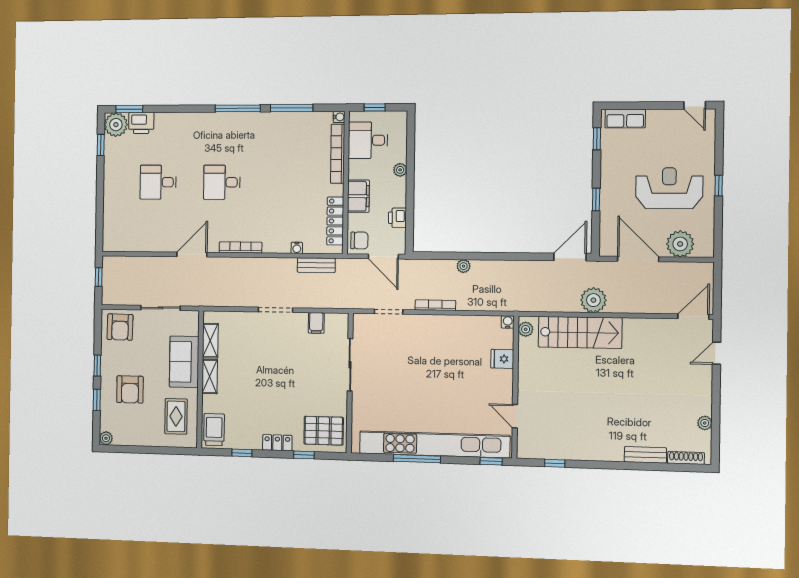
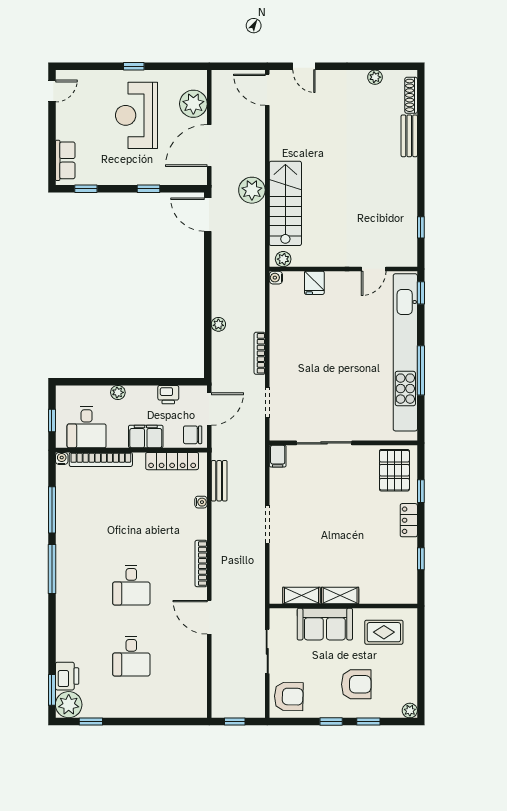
chair: (359, 240) -> (193, 435), turned -90
filing cabinet: (316, 323) -> (278, 456), moved, turned 90
trolley: (214, 430) -> (397, 590), removed

